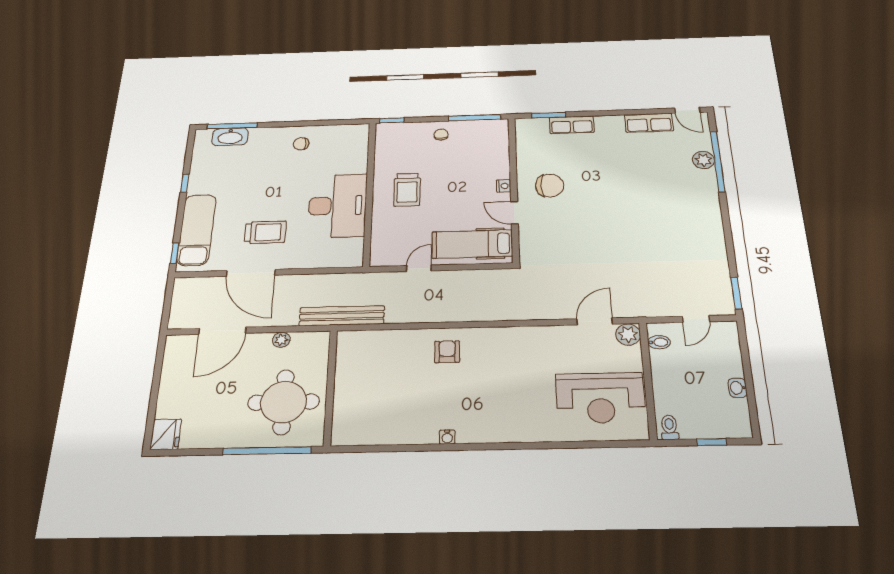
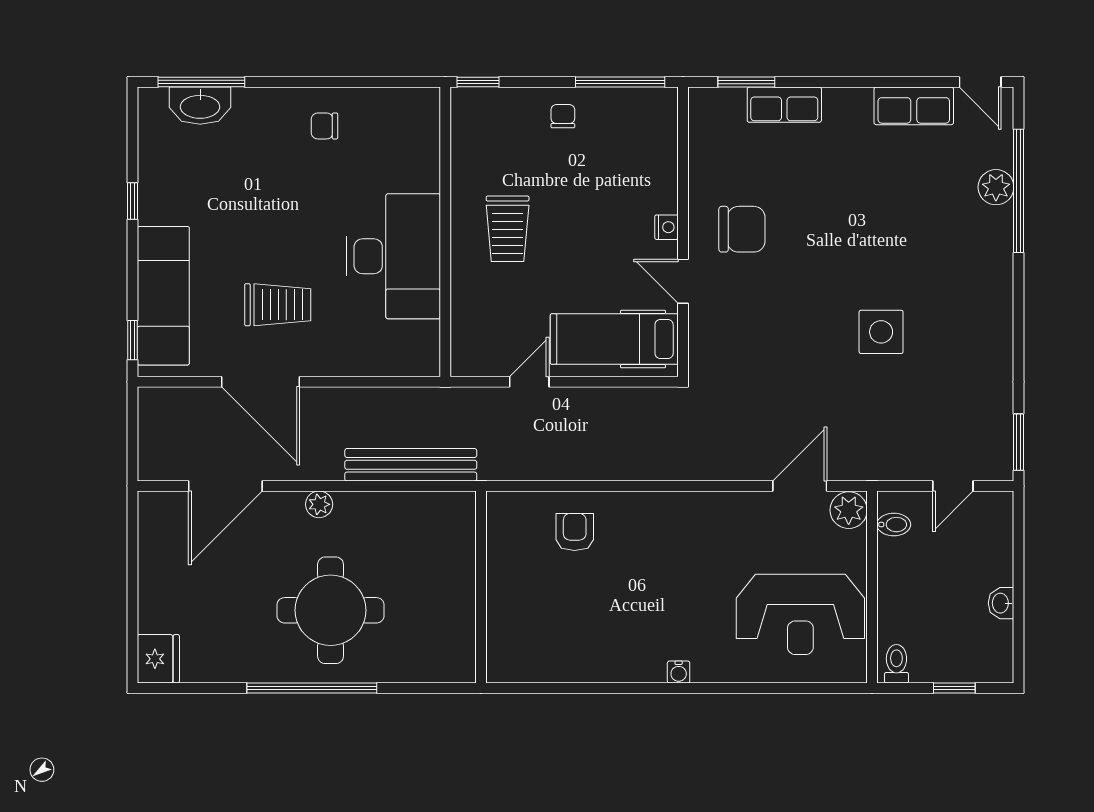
side table: (640, 235) -> (881, 332), added
wall: (330, 387) -> (481, 587), moved
water cooler: (447, 437) -> (679, 672), moved

